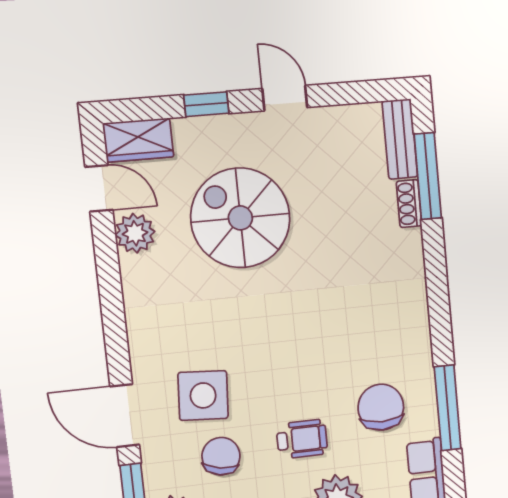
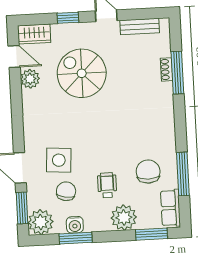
bench: (400, 139) -> (140, 27), moved, turned 90
window: (428, 176) -> (177, 73), moved
wheelchair: (302, 439) -> (107, 185), turned -90

